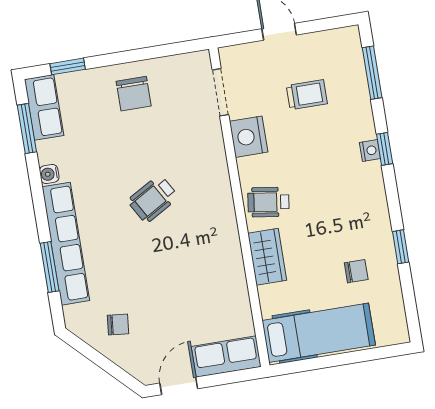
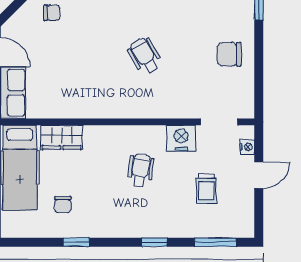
nightstand: (370, 151) -> (247, 147), moved, turned -90
wheelchair: (268, 202) -> (140, 170), moved
wardrobe: (267, 257) -> (62, 137), moved
chair: (118, 325) -> (52, 13), turned -96

